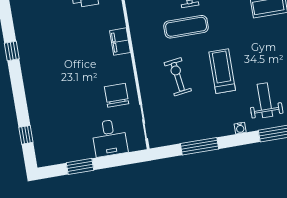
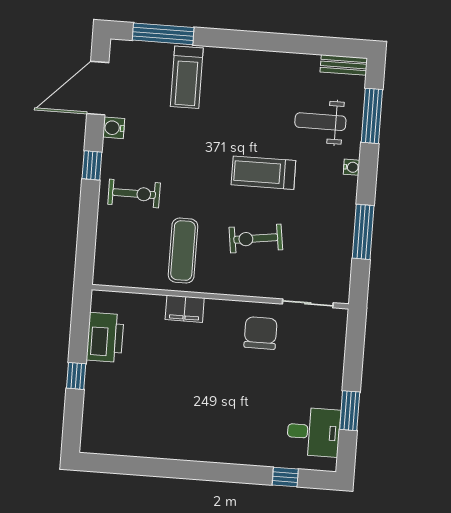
exercise mat: (186, 27) -> (183, 251), moved
window: (12, 51) -> (160, 468), removed
chair: (116, 95) -> (261, 333), turned 90
desk: (109, 138) -> (314, 432), moved

